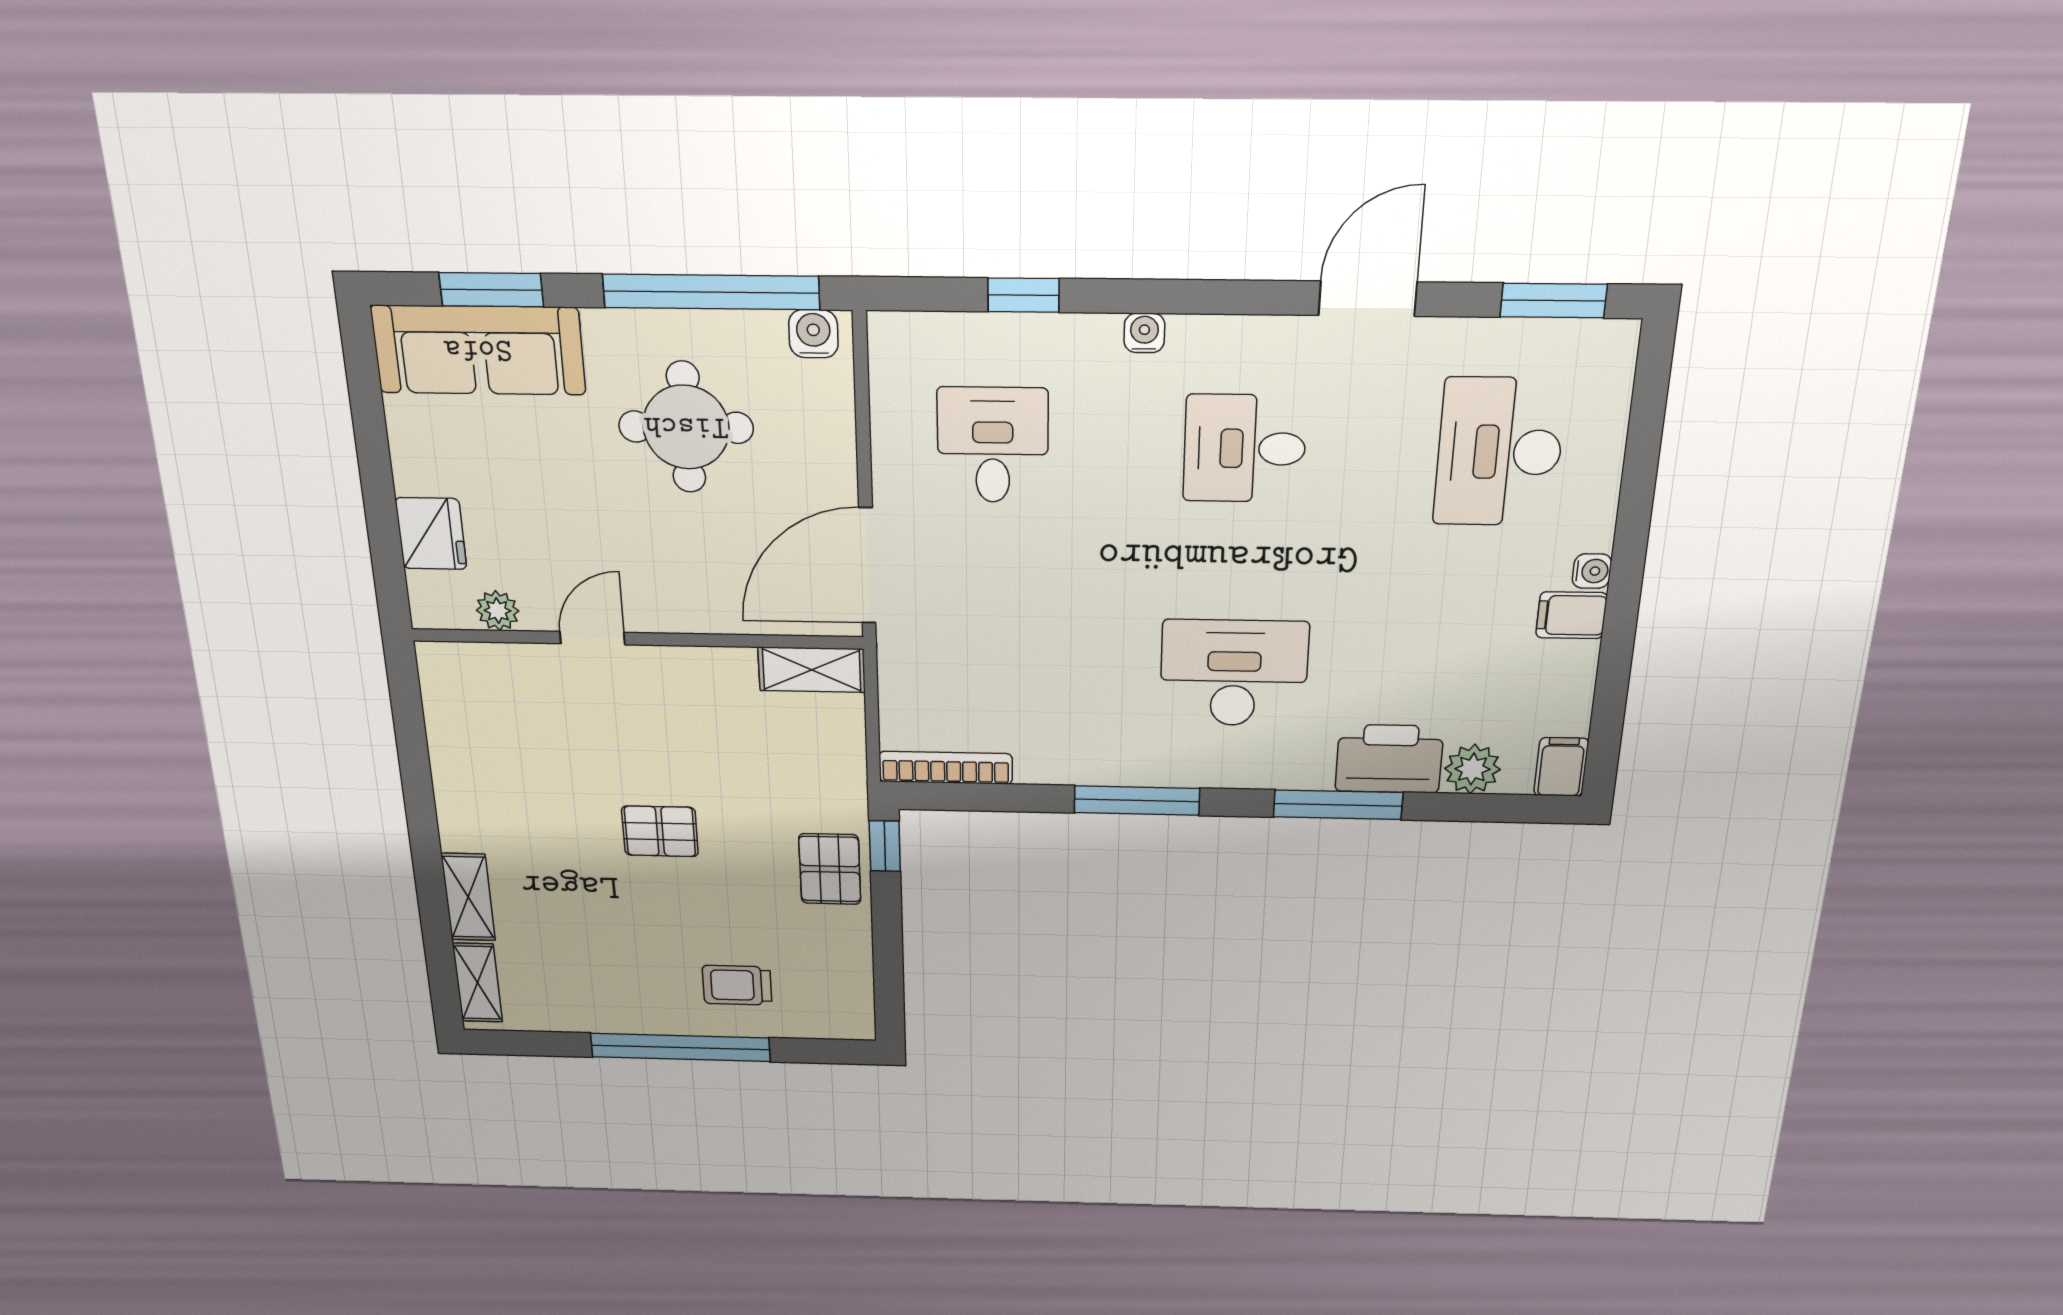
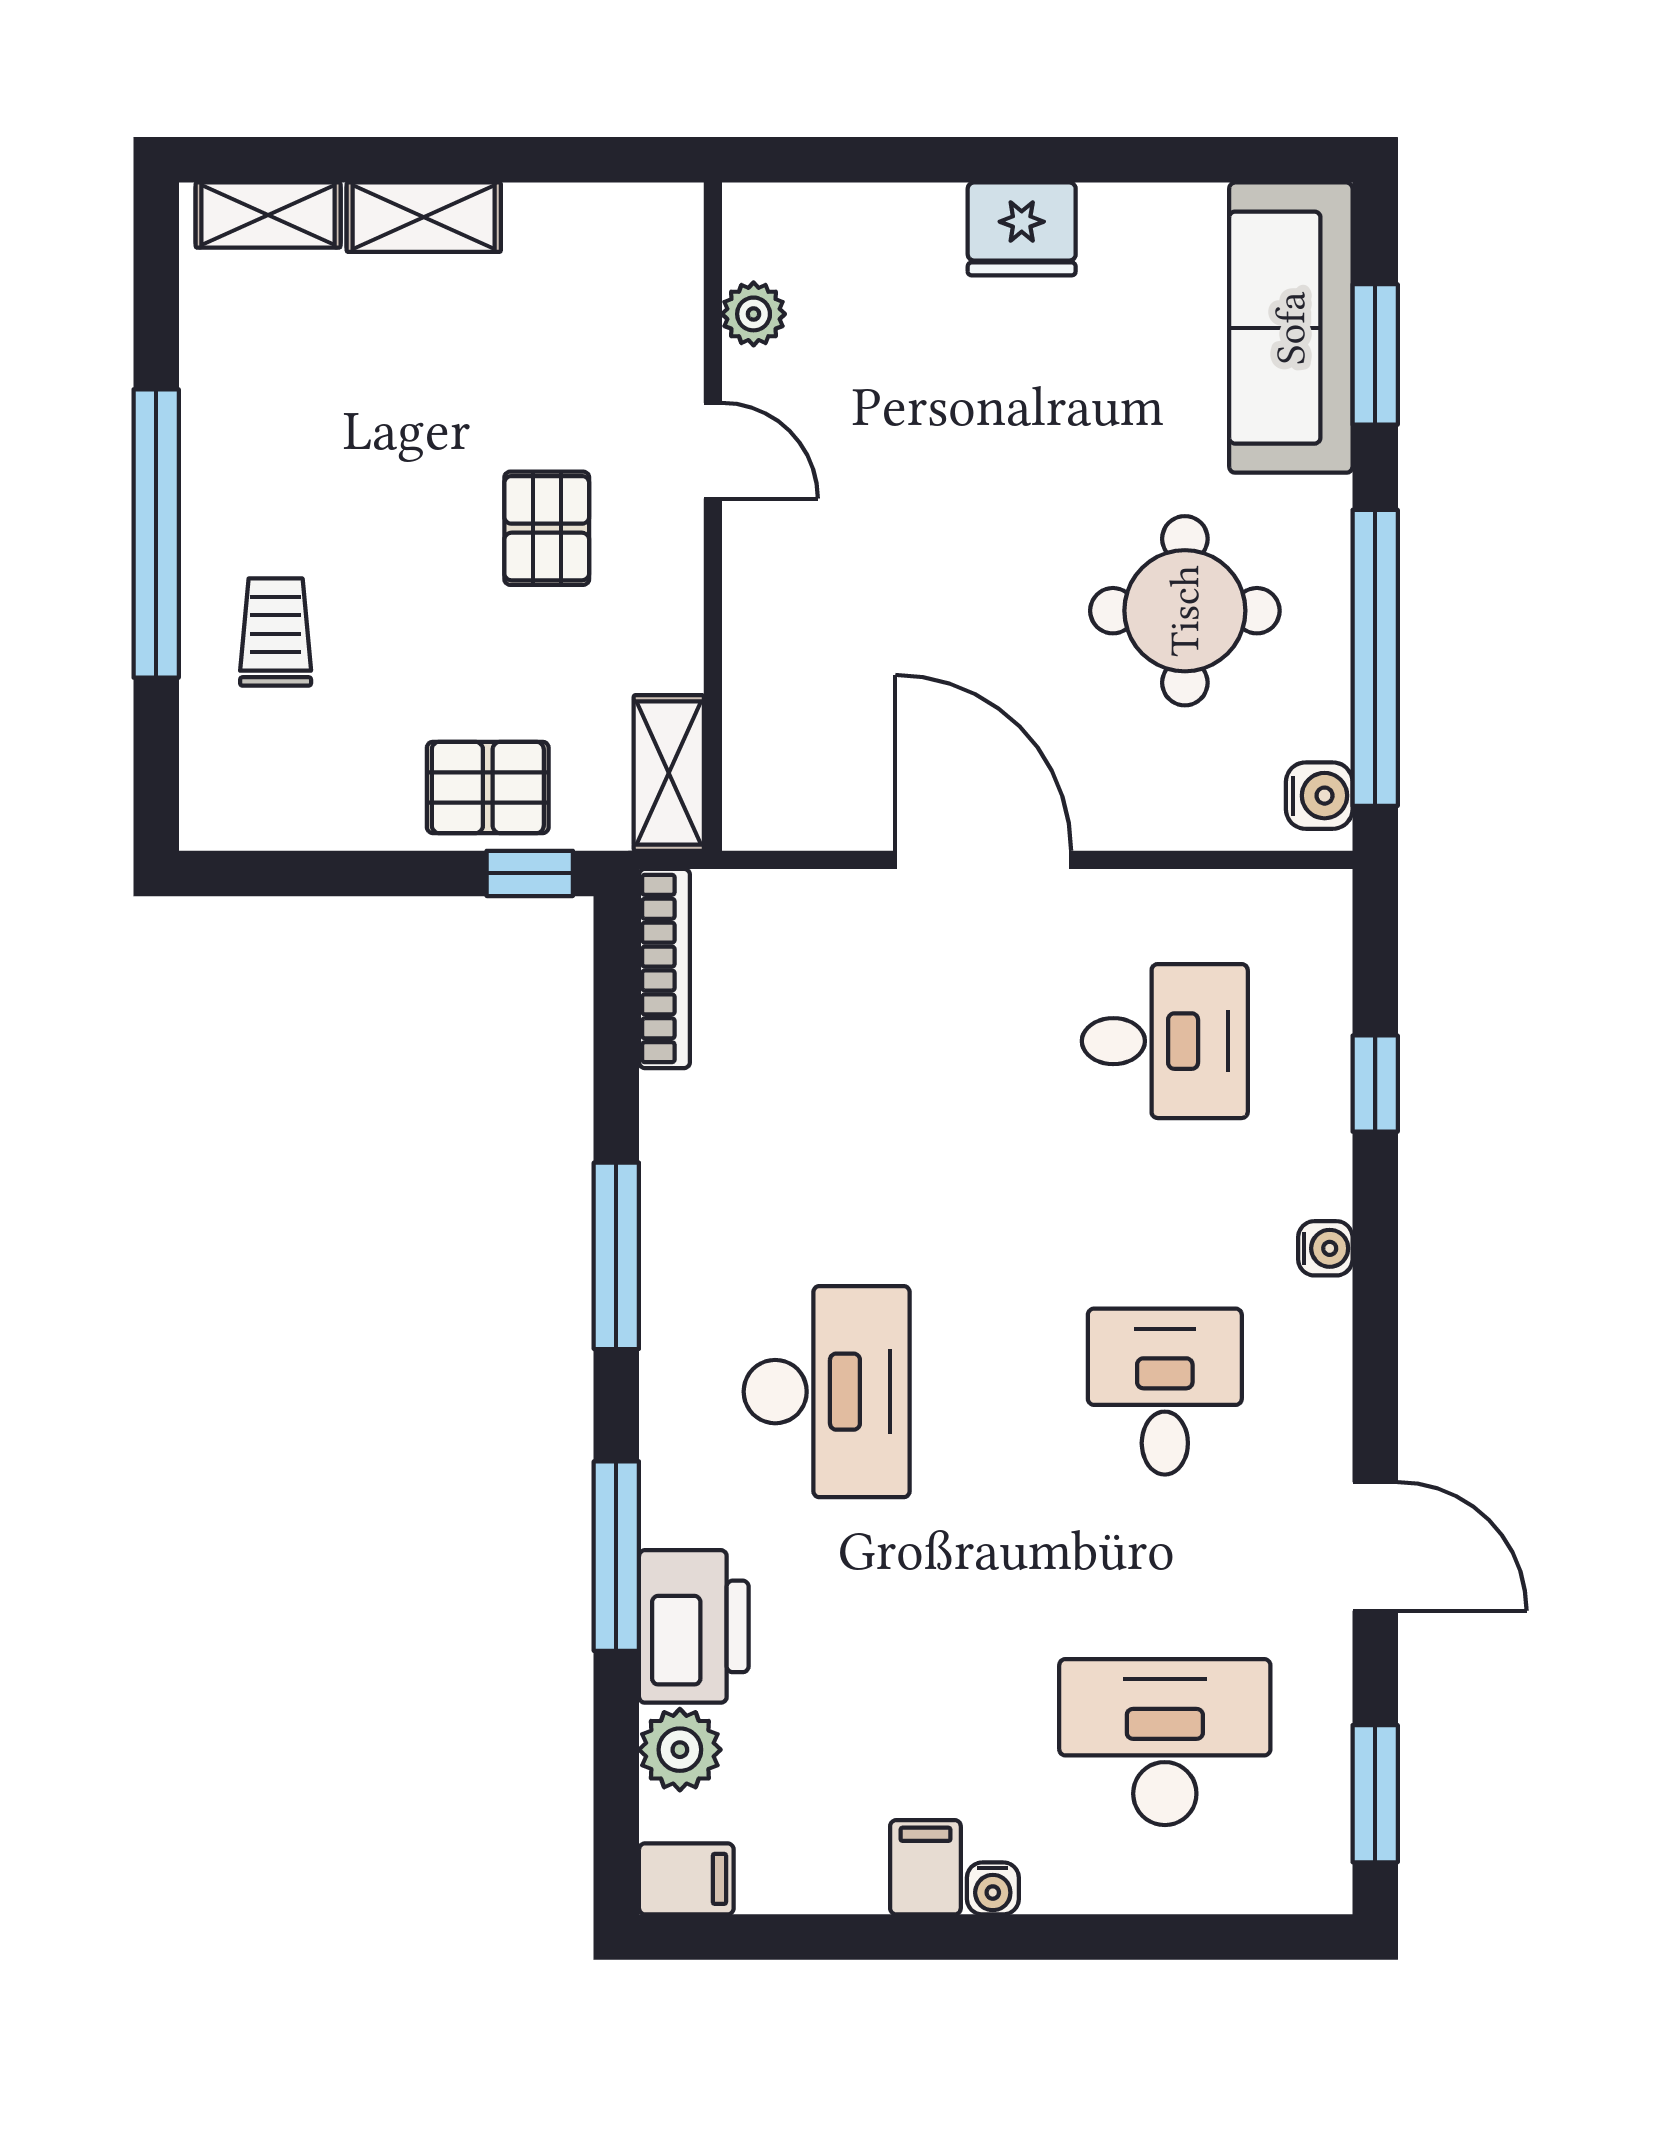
plant: (498, 611) -> (754, 314), moved
door: (592, 638) -> (713, 451), moved
wall: (637, 639) -> (713, 517), moved
shelving: (812, 670) -> (669, 773), moved

